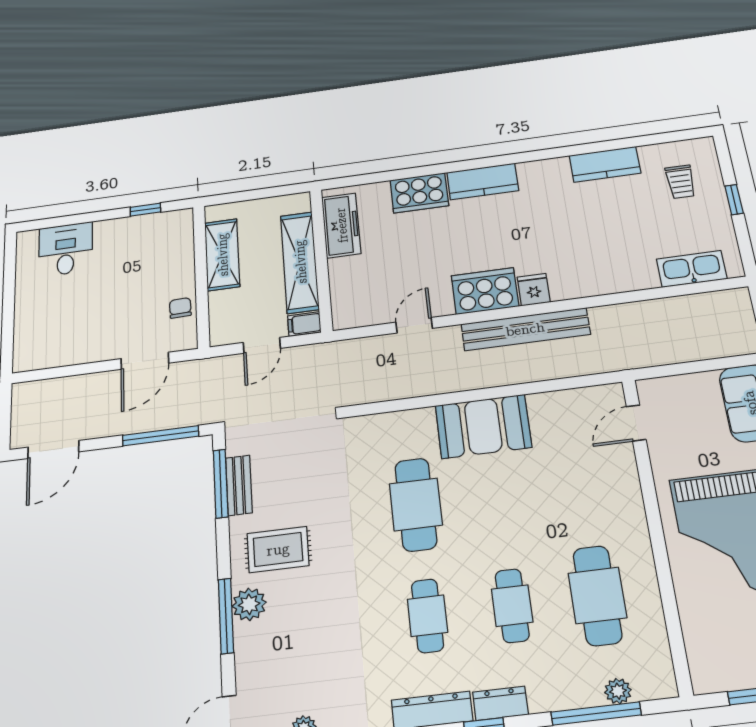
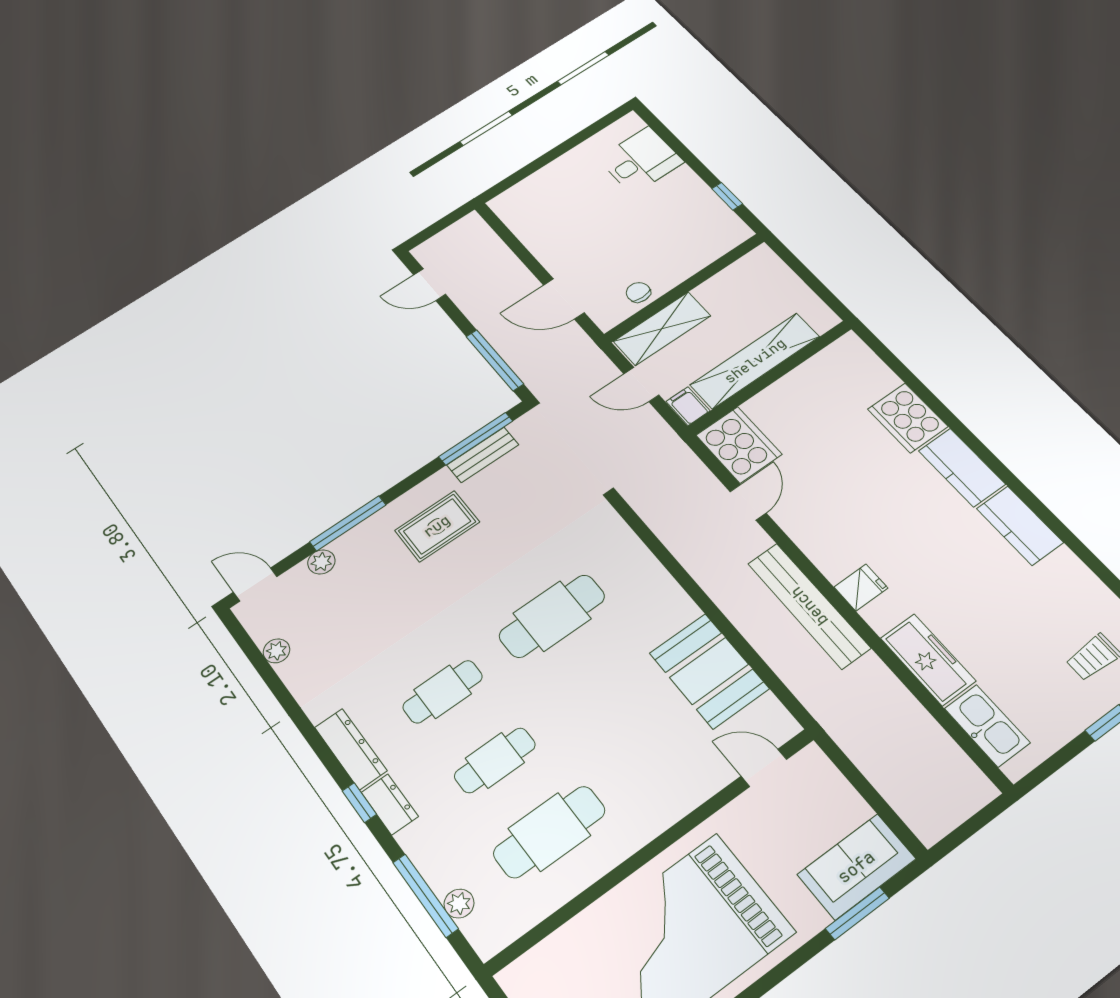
kitchen counter: (605, 164) -> (1020, 526), moved
freezer: (341, 225) -> (928, 659), moved, turned -90
shelving: (222, 255) -> (662, 329), moved
cooker: (485, 291) -> (739, 445), moved
chair: (180, 308) -> (638, 292), turned -88
door: (414, 325) -> (748, 502), hinge flipped
booth: (483, 426) -> (709, 671), moved
door: (53, 449) -> (430, 285), width x0.73
rug: (278, 549) -> (437, 526), turned 90
plant: (249, 604) -> (321, 562), moved, width x0.73, depth x0.73

